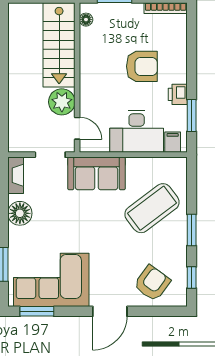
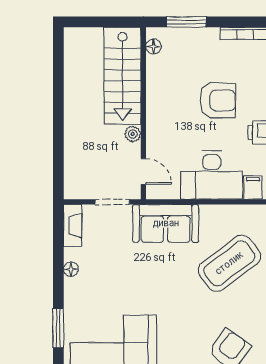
plant: (62, 102) -> (133, 134), width x0.53, depth x0.53
floor lamp: (20, 213) -> (71, 269), width x0.53, depth x0.53

